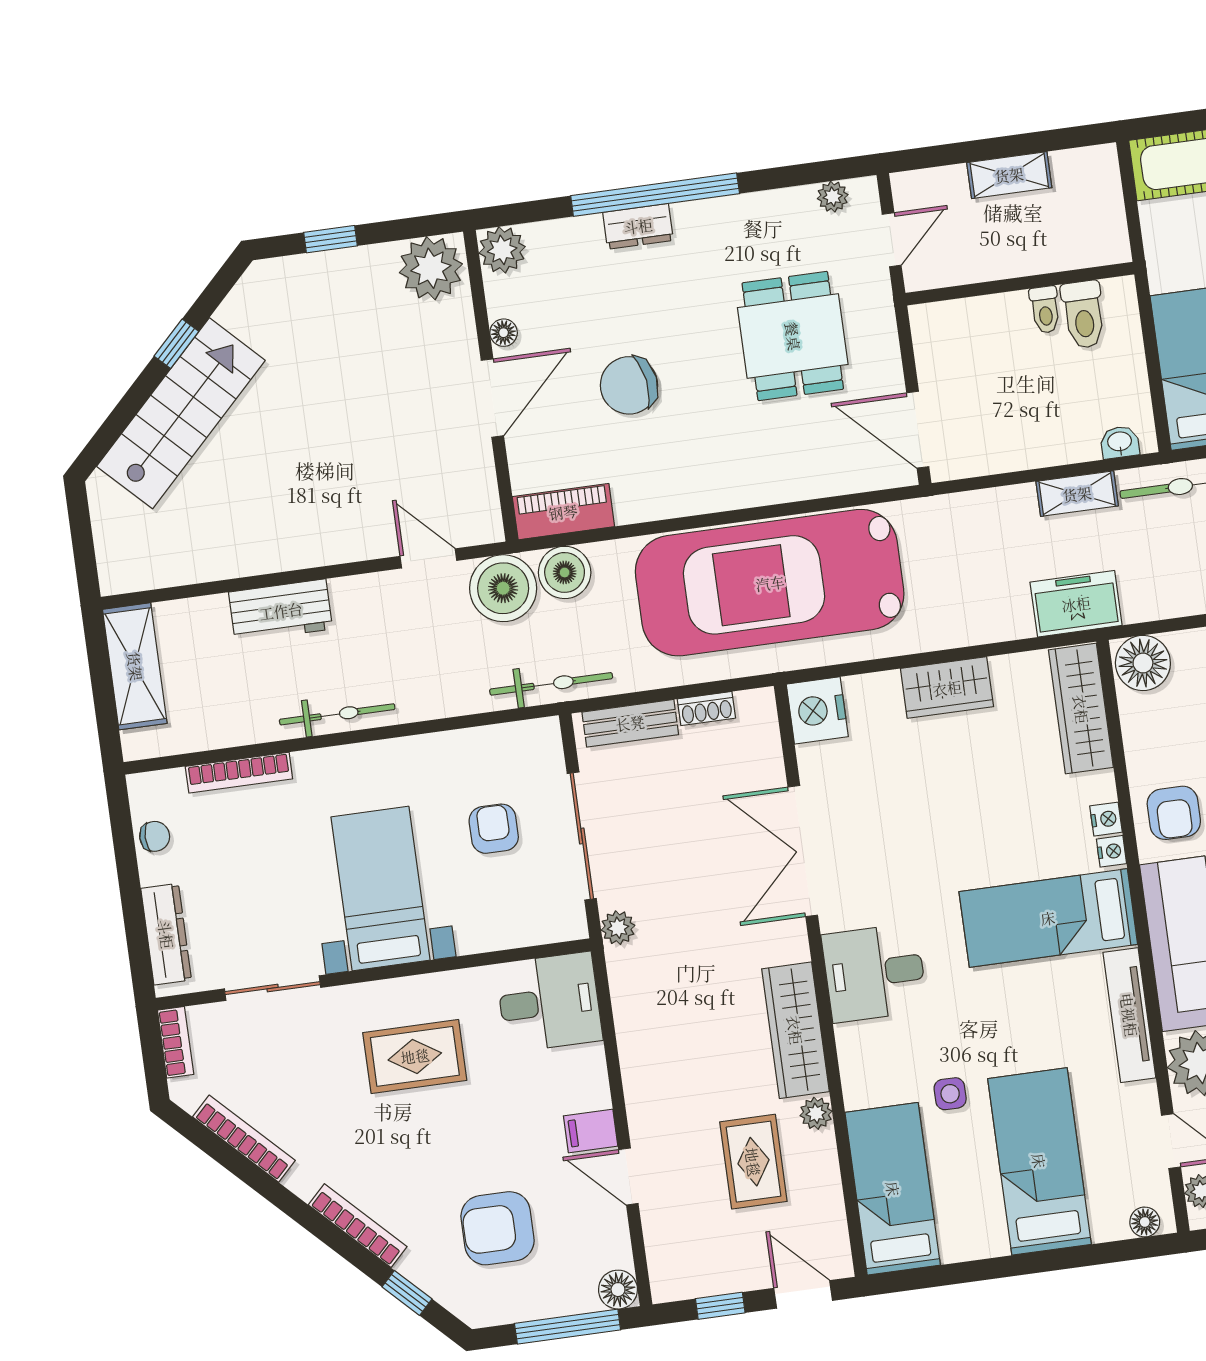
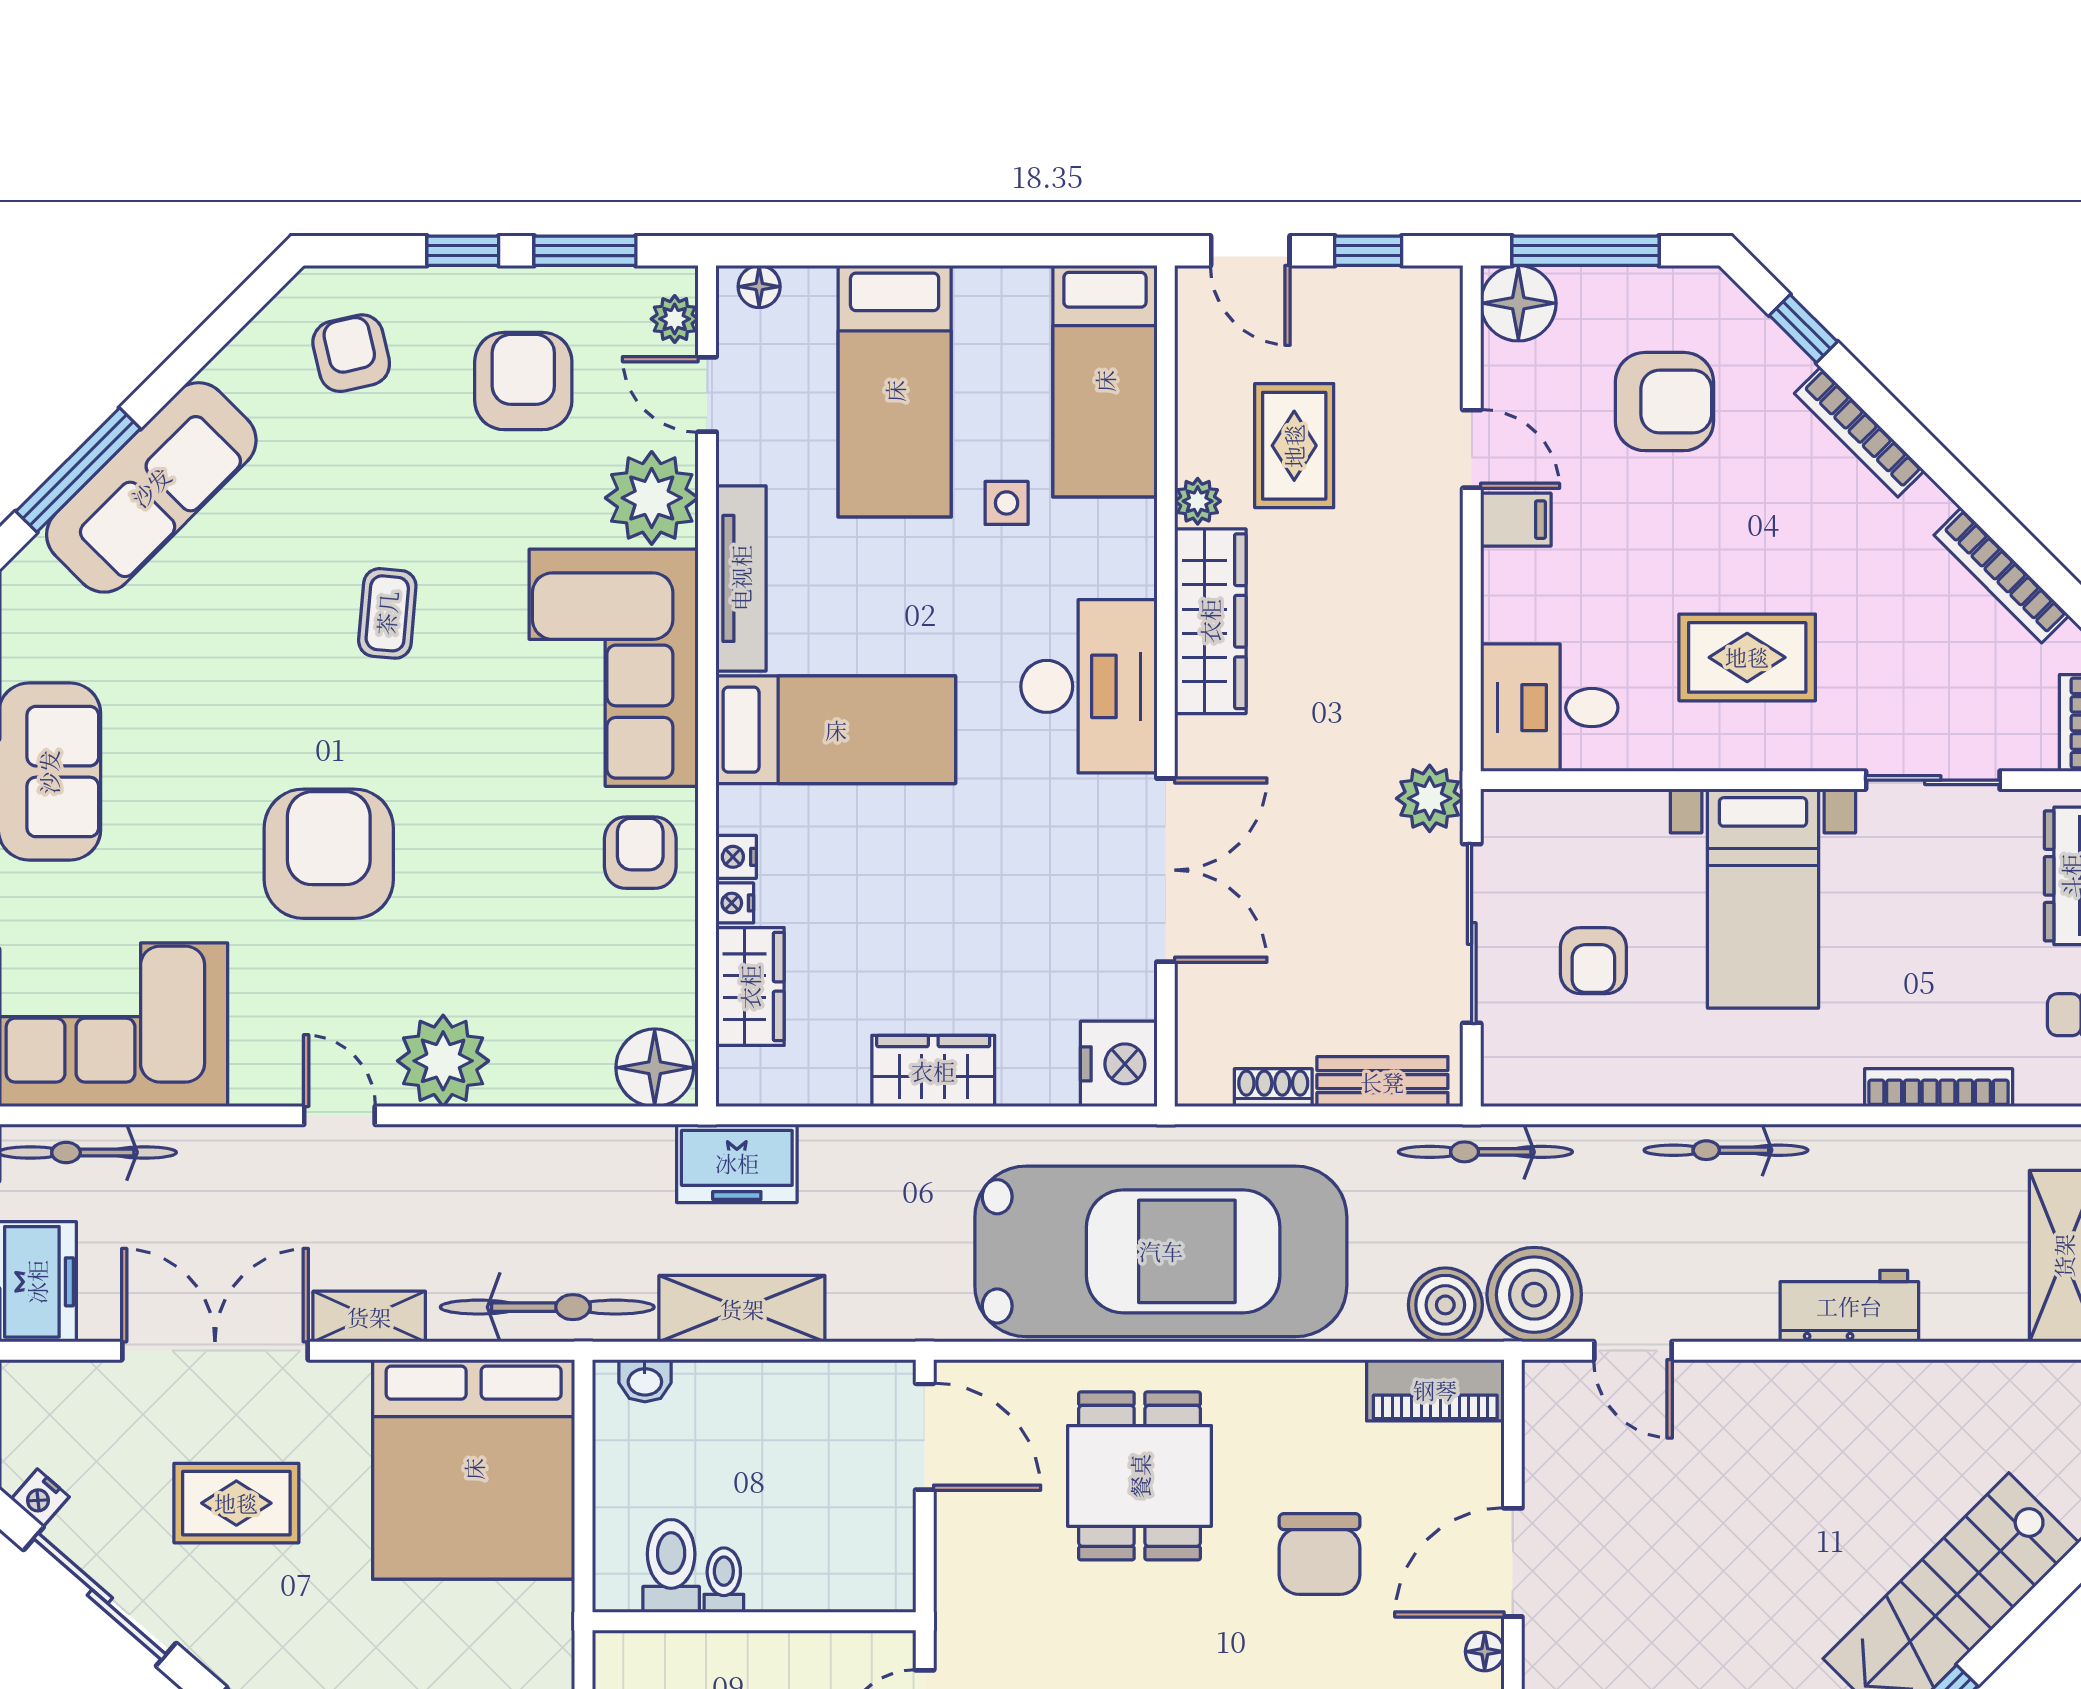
dining table: (793, 336) -> (1140, 1476), moved
chair: (629, 385) -> (1320, 1554), turned 99
shelving: (1077, 494) -> (742, 1309), width x1.50, depth x1.33
wardrobe: (1081, 709) -> (750, 987), width x0.67
bicycle: (337, 714) -> (1726, 1150), moved
nightstand: (1111, 851) -> (735, 903), moved
plant: (618, 928) -> (1430, 798), width x1.38, depth x1.38
desk: (875, 973) -> (1089, 686), width x1.37
floor lamp: (618, 1290) -> (1518, 303), width x1.38, depth x1.38

